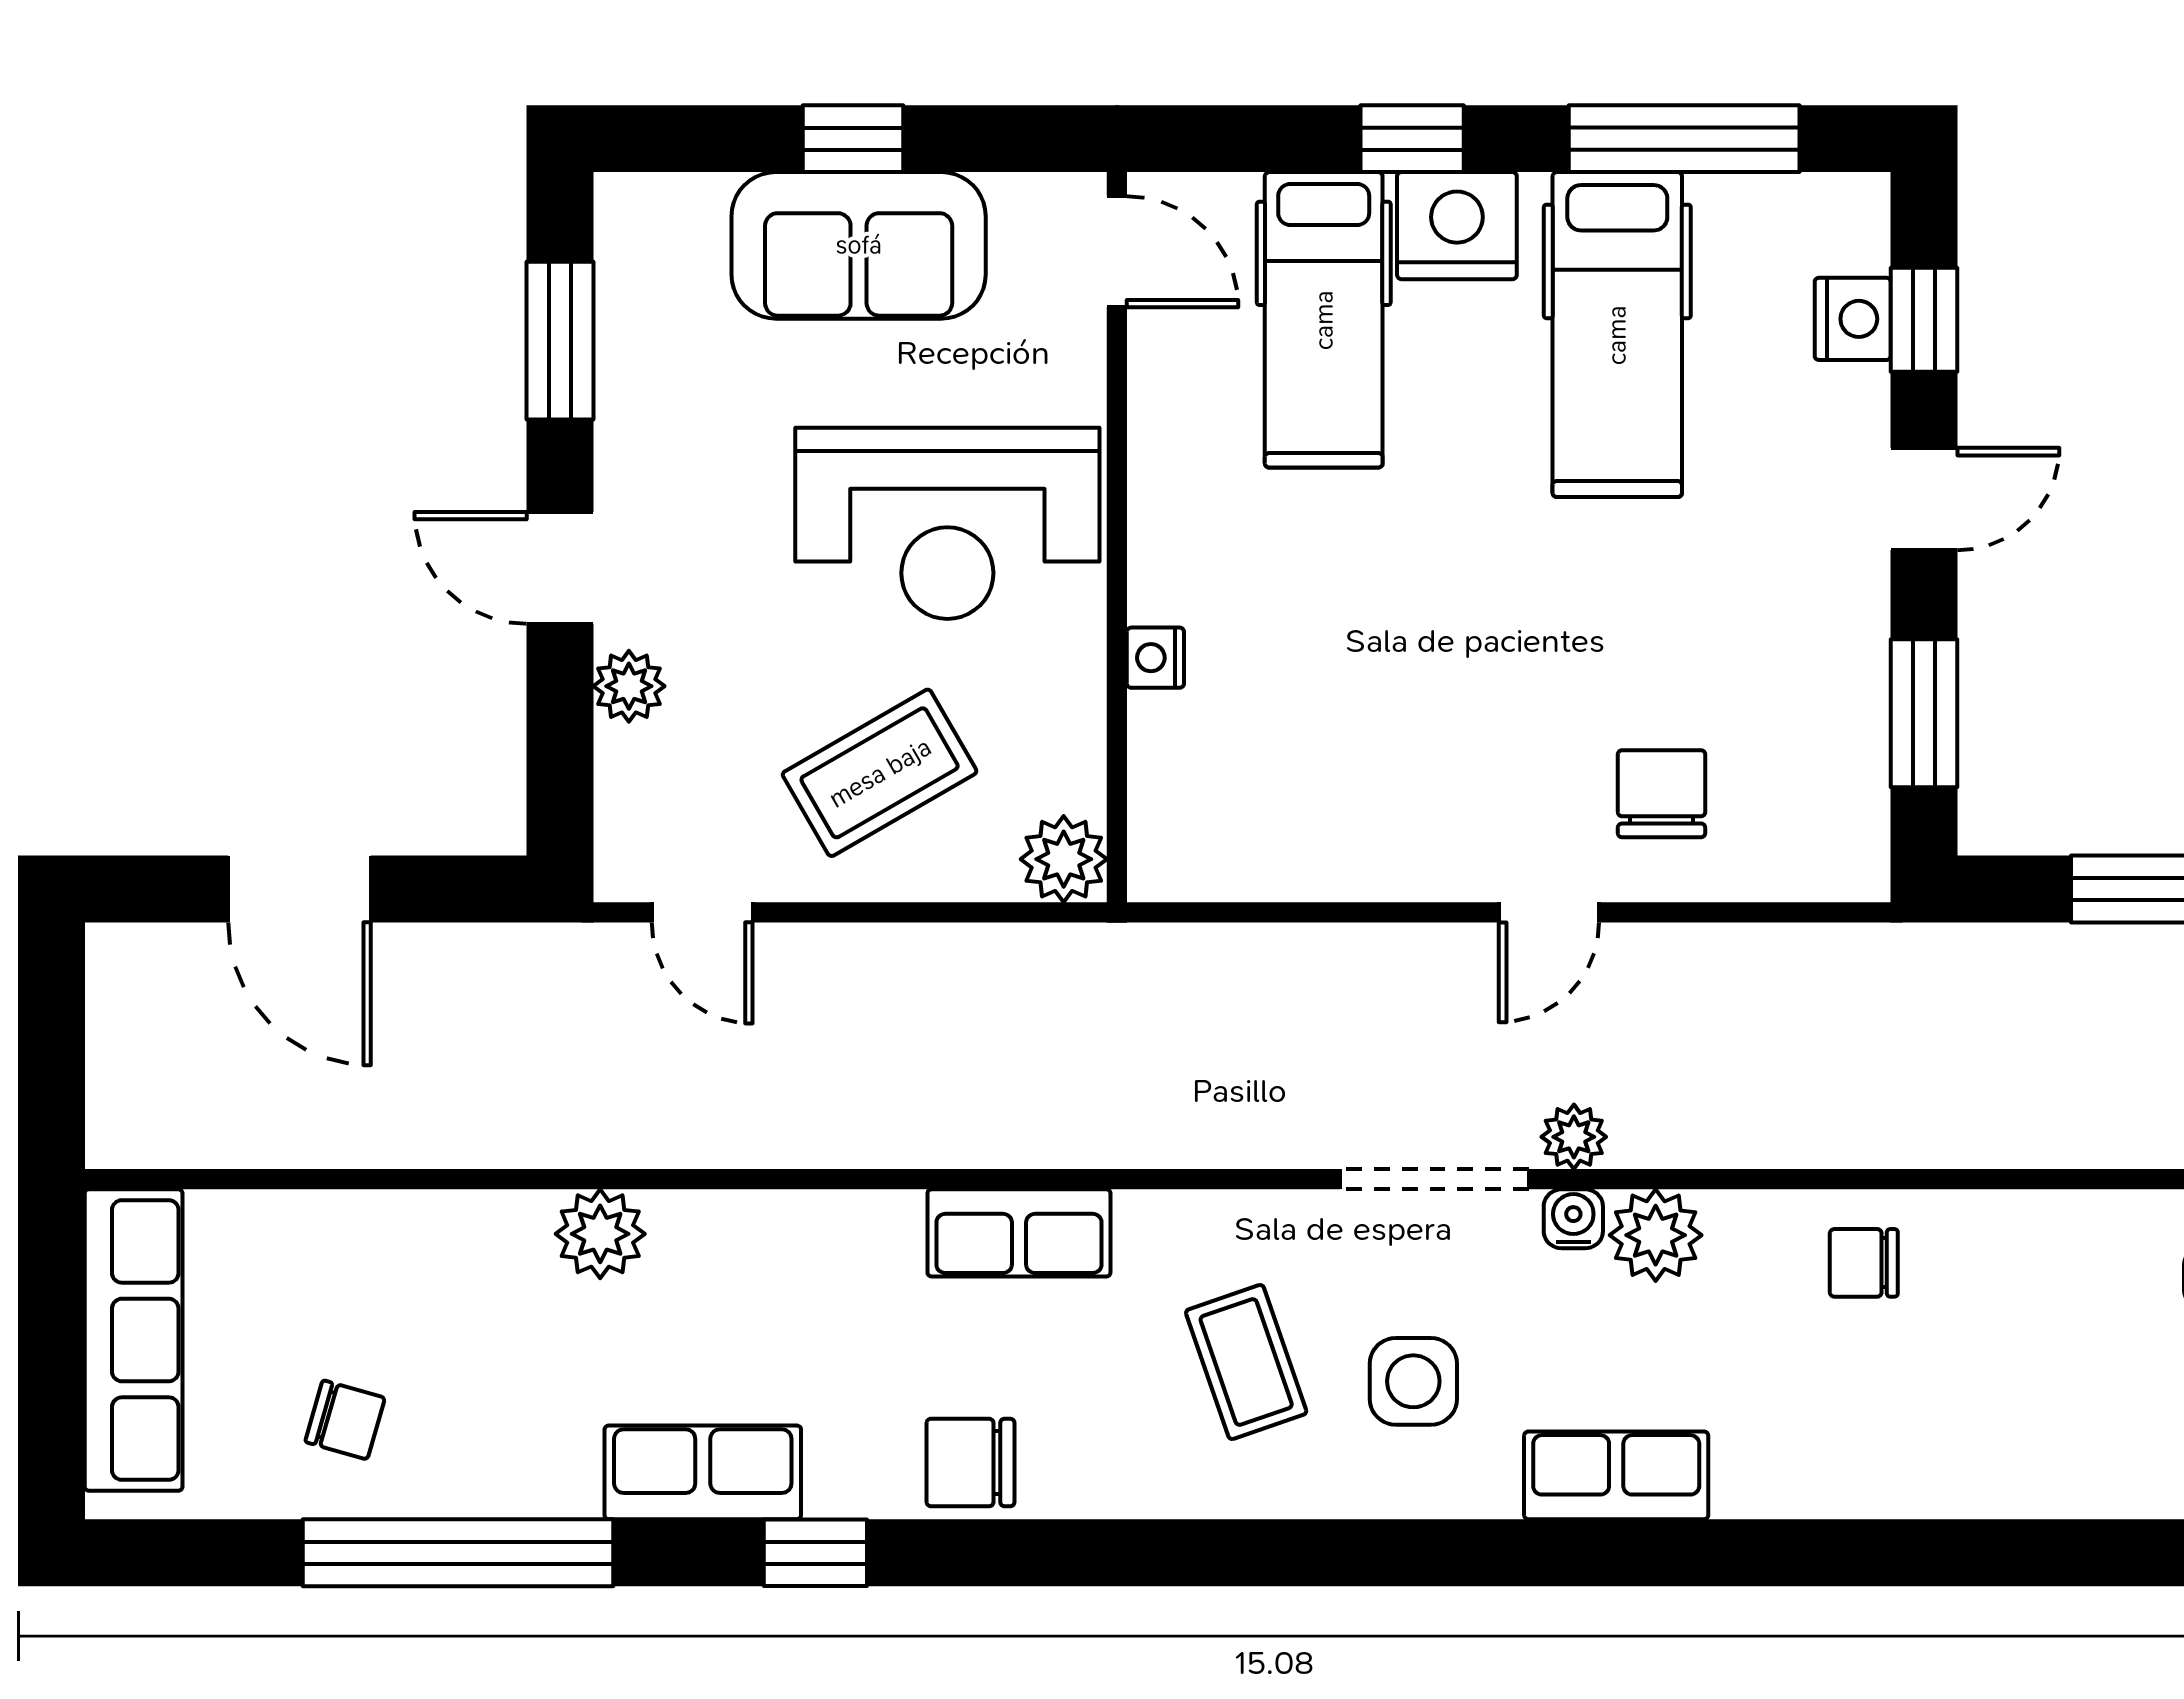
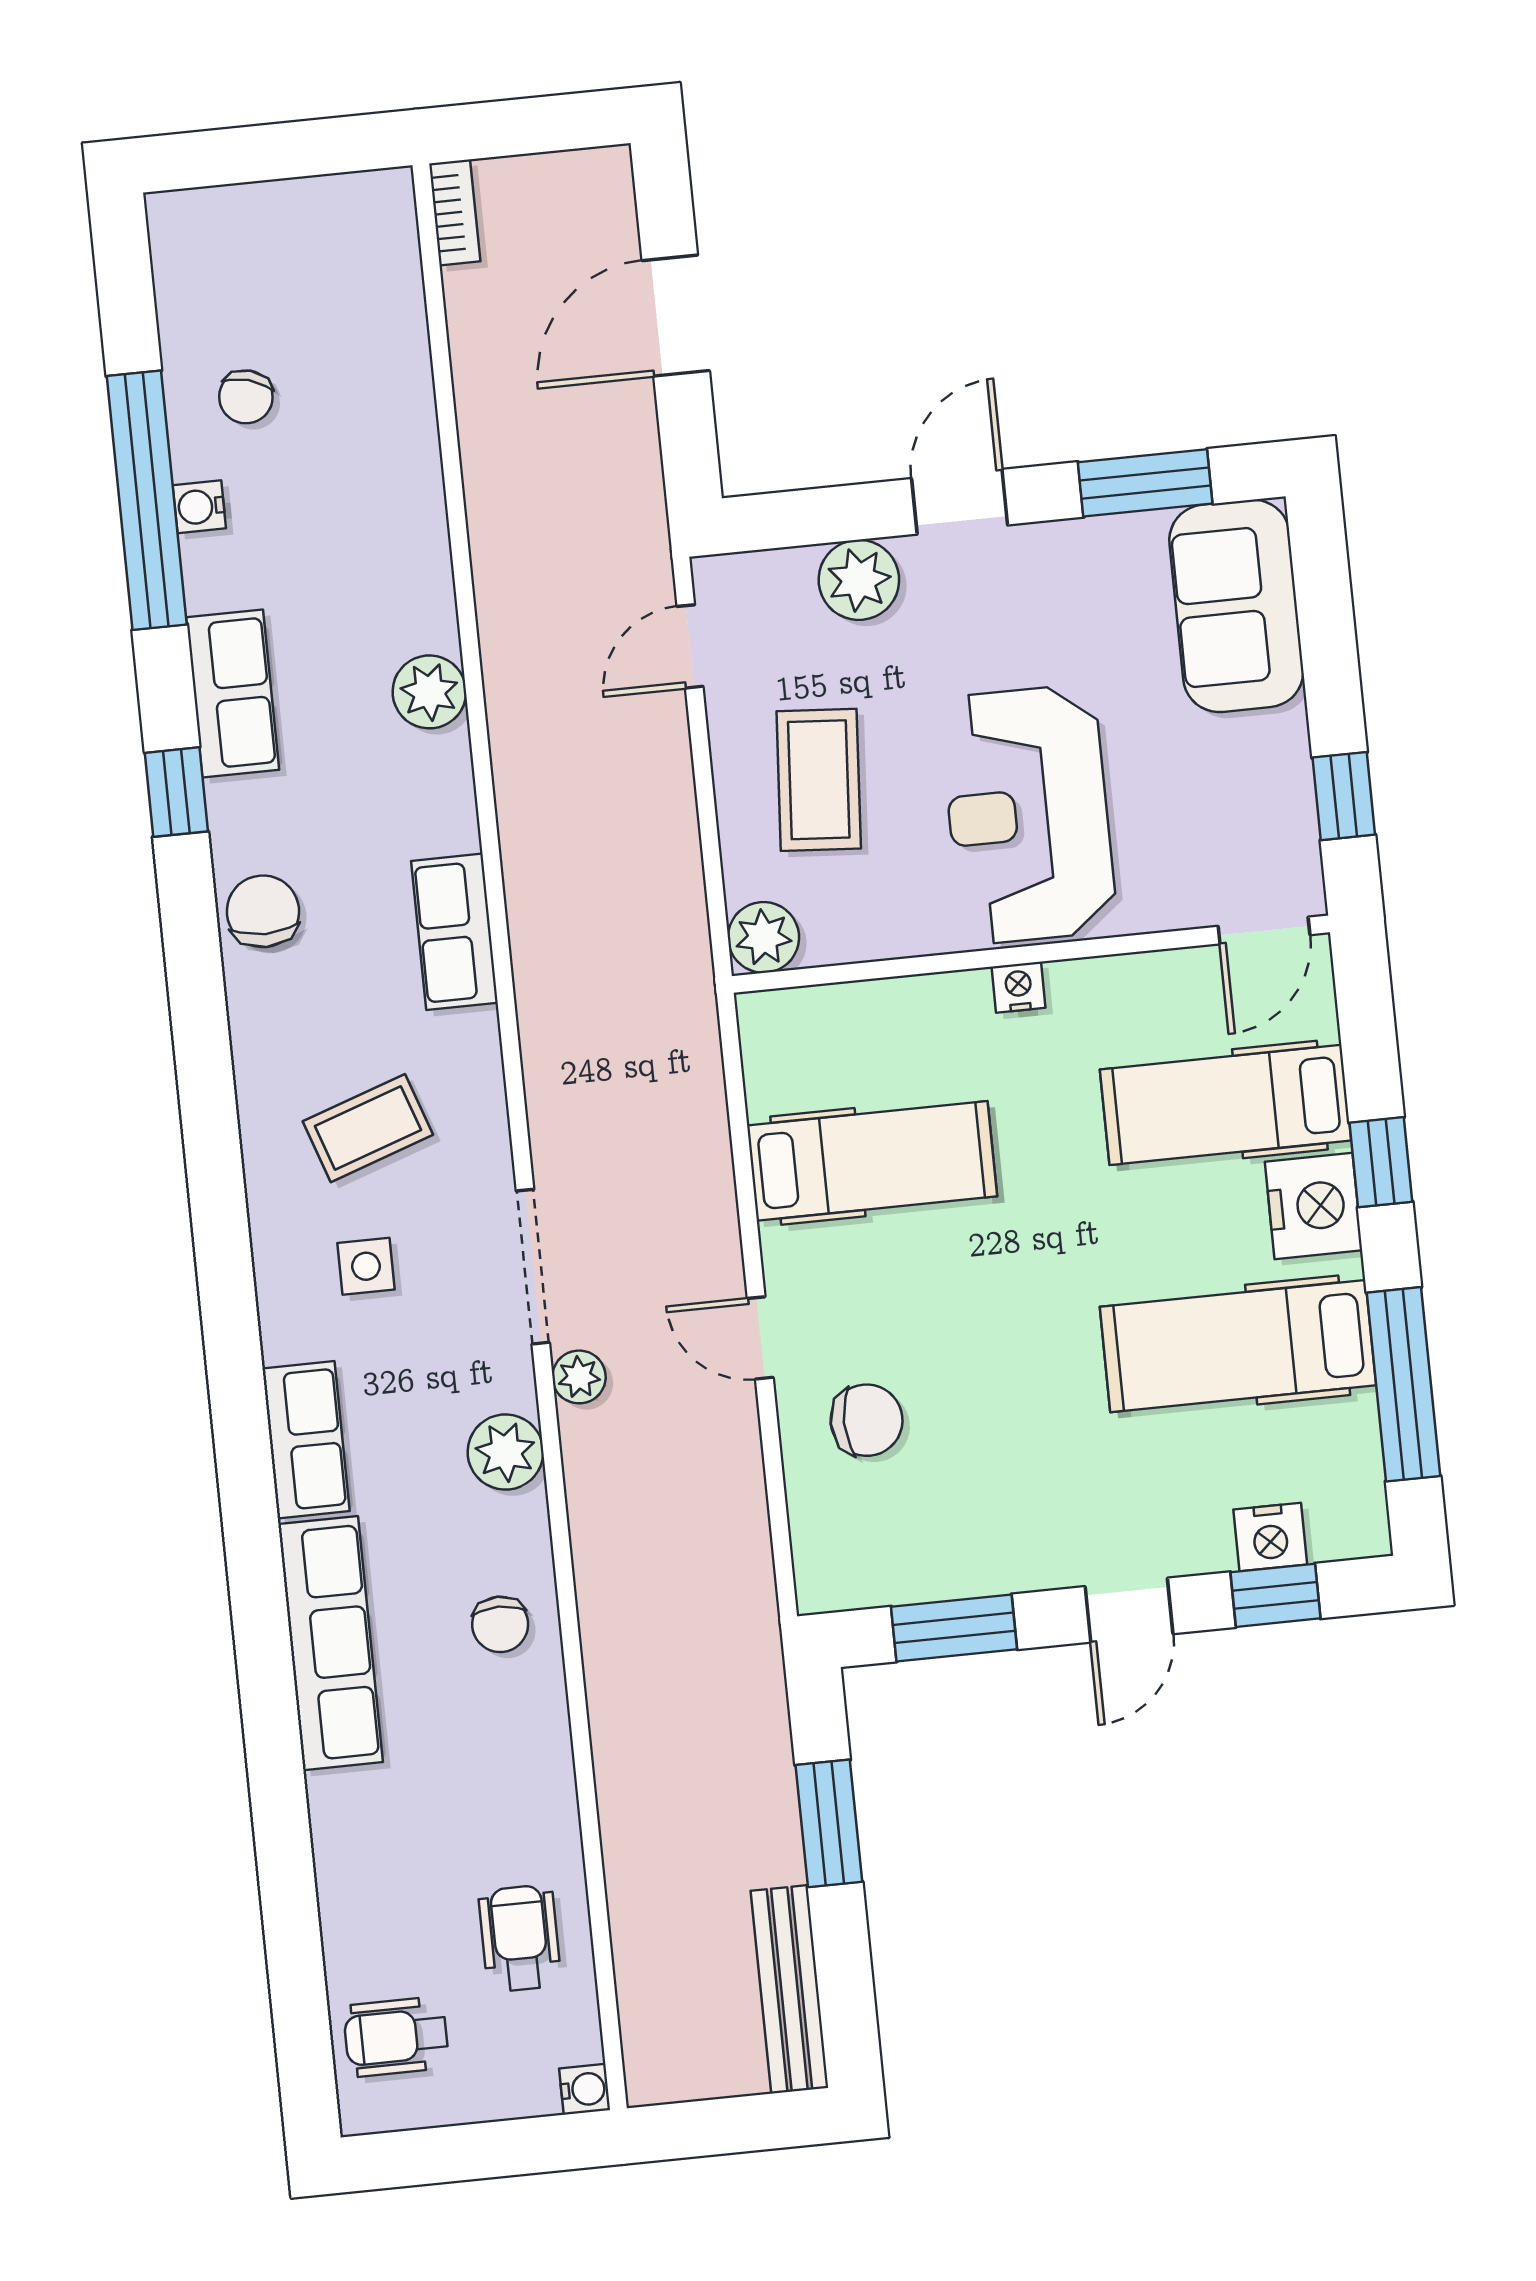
window: (853, 139) -> (1344, 796), moved
sofa: (859, 245) -> (1236, 606), moved
door: (1924, 499) -> (1129, 1610), hinge flipped
nightstand: (1155, 658) -> (1019, 987), moved
plant: (629, 686) -> (859, 580), width x1.38, depth x1.38
hospital bed: (1348, 755) -> (872, 1161), added
coffee table: (880, 773) -> (819, 780), turned 34
bookcase: (147, 1144) -> (455, 212), added
water cooler: (1573, 1219) -> (199, 507), moved, turned 180
plant: (600, 1234) -> (429, 692), moved
chair: (1864, 1263) -> (500, 1624), turned 180
row of seats: (134, 1340) -> (331, 1643), moved, turned -90
side table: (1413, 1381) -> (366, 1266), width x0.73, depth x0.73

